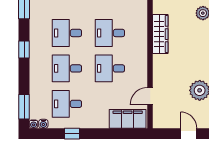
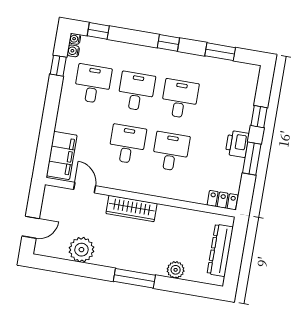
wardrobe: (160, 34) -> (131, 209), moved
window: (24, 107) -> (98, 31), width x0.67
window: (72, 134) -> (58, 66), moved

